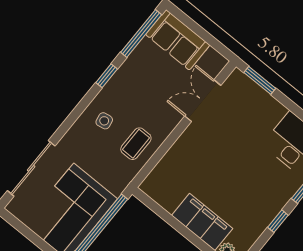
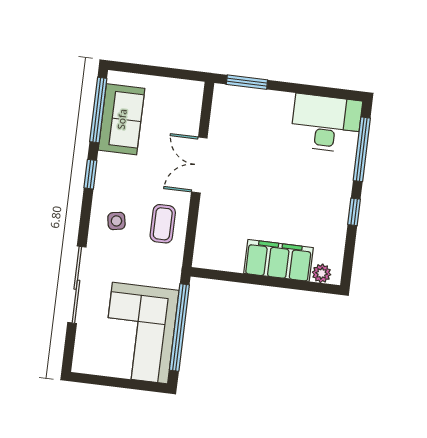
sofa: (178, 40) -> (122, 119), moved, turned -90
double door: (203, 101) -> (199, 165), moved
sliding door: (31, 168) -> (77, 285), moved

